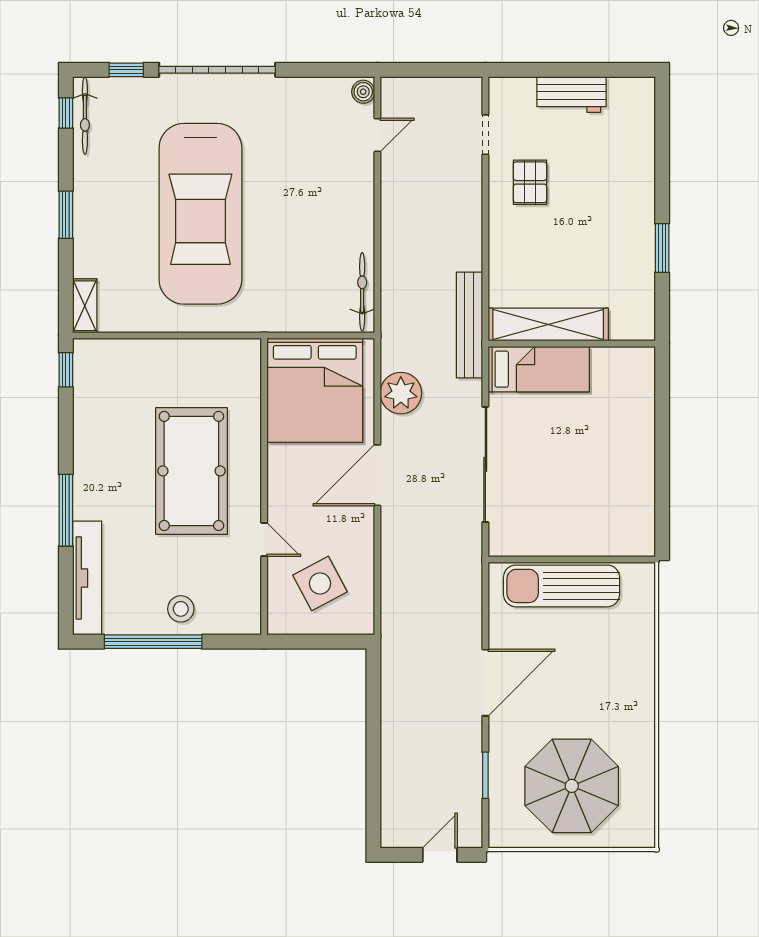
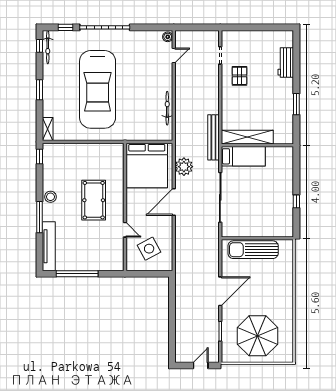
workbench: (572, 94) -> (286, 62), moved, turned 90
bicycle: (362, 292) -> (167, 108), moved
pool table: (191, 471) -> (94, 200), width x0.73, depth x0.76
window: (662, 474) -> (296, 201), added
stool: (181, 609) -> (50, 197), moved

